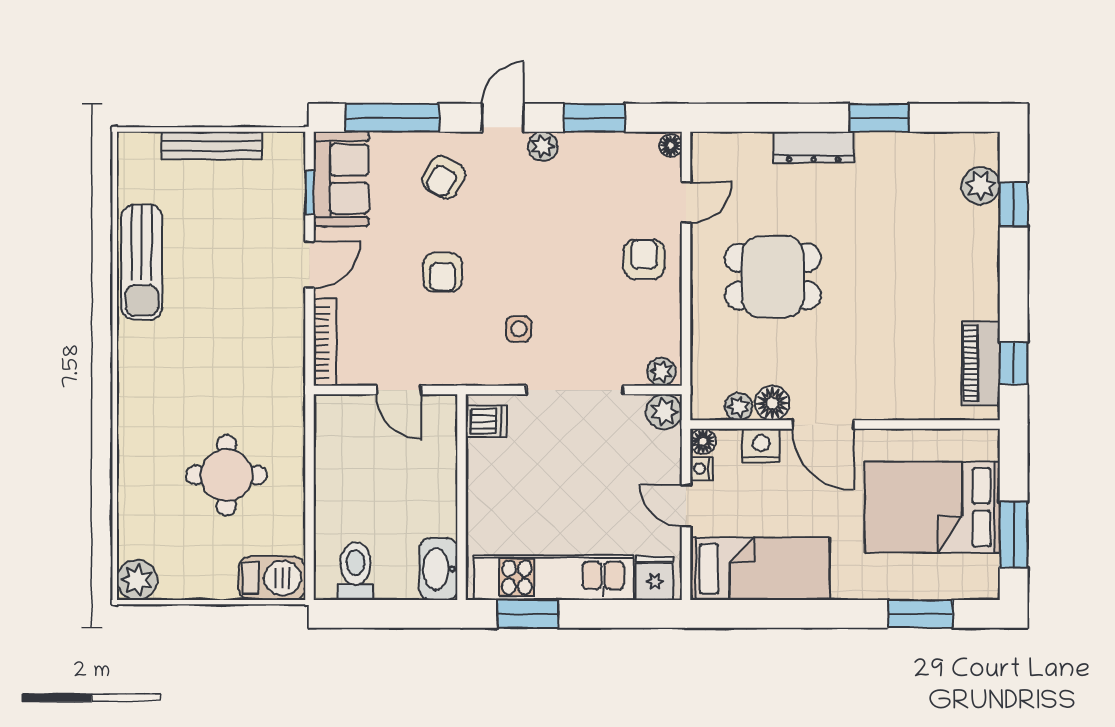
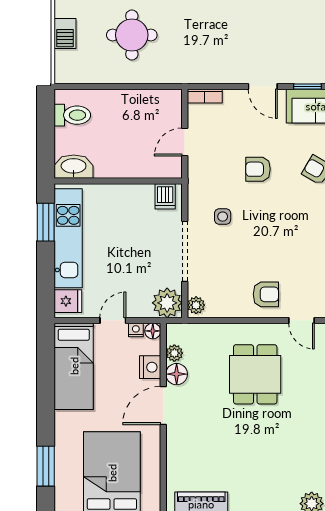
bookcase: (325, 342) -> (205, 96), width x0.64
plant: (664, 412) -> (167, 303), width x1.36, depth x1.36
barbecue: (272, 578) -> (65, 34), moved, width x0.73, depth x0.79

